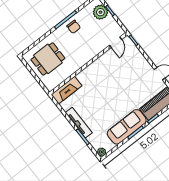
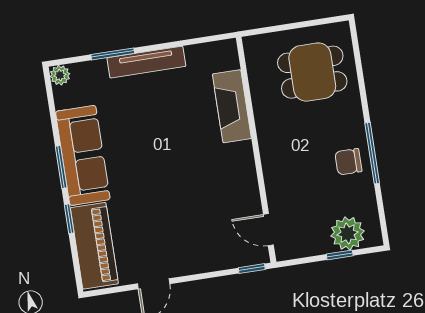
dining table: (48, 59) -> (312, 72), turned 90
fireplace: (67, 90) -> (232, 106), moved

